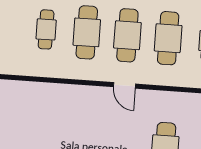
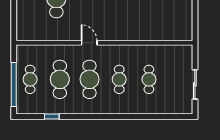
cafe table: (87, 32) -> (119, 79), width x0.73, depth x0.74

